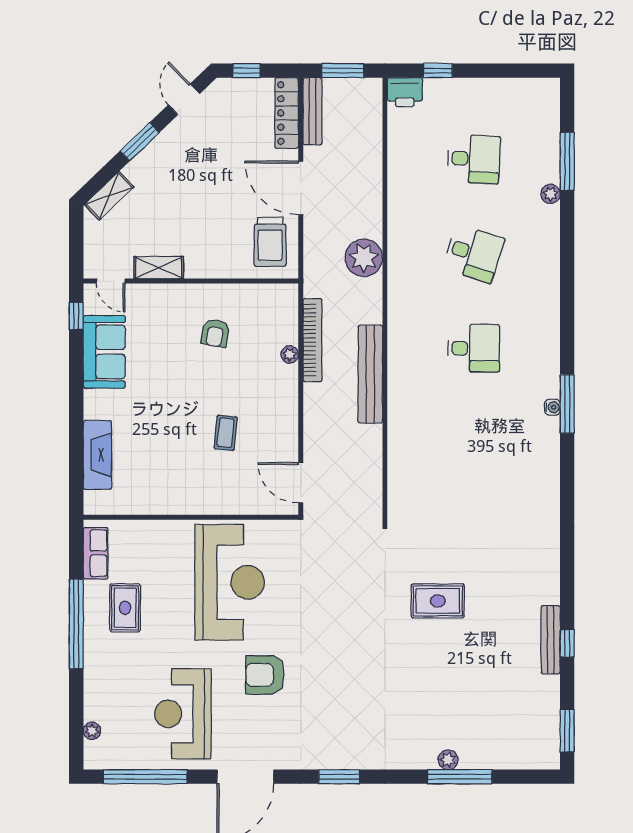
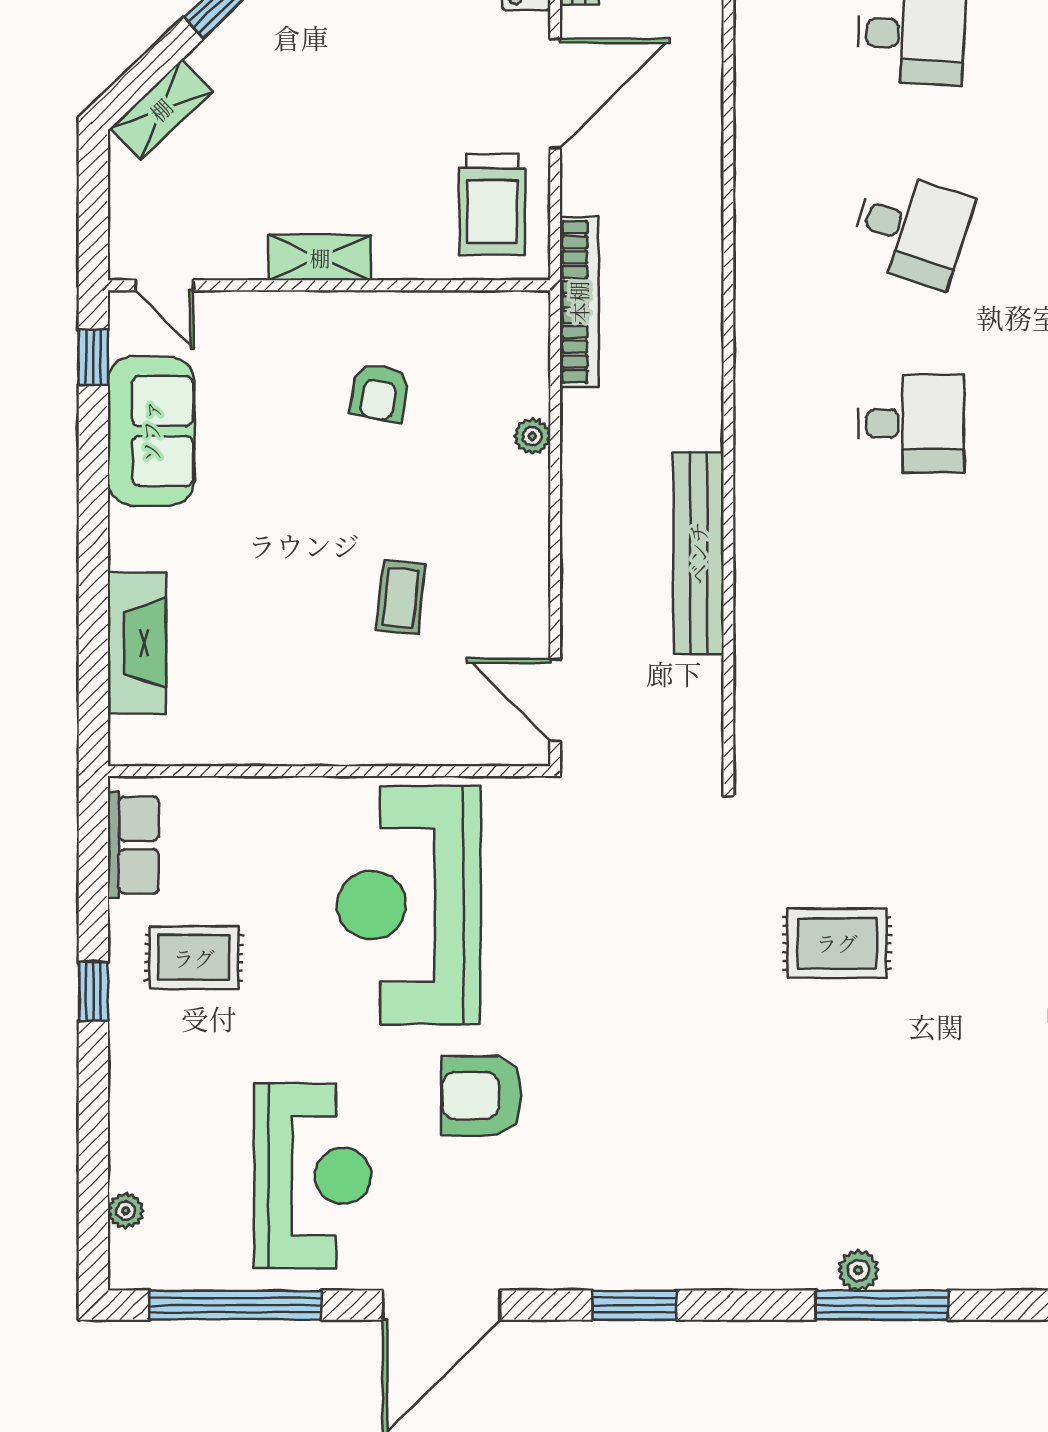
door: (301, 188) -> (555, 93), swing flipped
plant: (364, 258) -> (685, 237), removed
shelving: (159, 268) -> (320, 258), moved
bookcase: (312, 340) -> (579, 302), moved
bench: (370, 374) -> (698, 553), moved
reception desk: (230, 582) -> (409, 905), turned 180
rug: (125, 608) -> (194, 958), turned 90
window: (76, 624) -> (93, 991), width x0.32
reception desk: (183, 714) -> (313, 1176), turned 180

